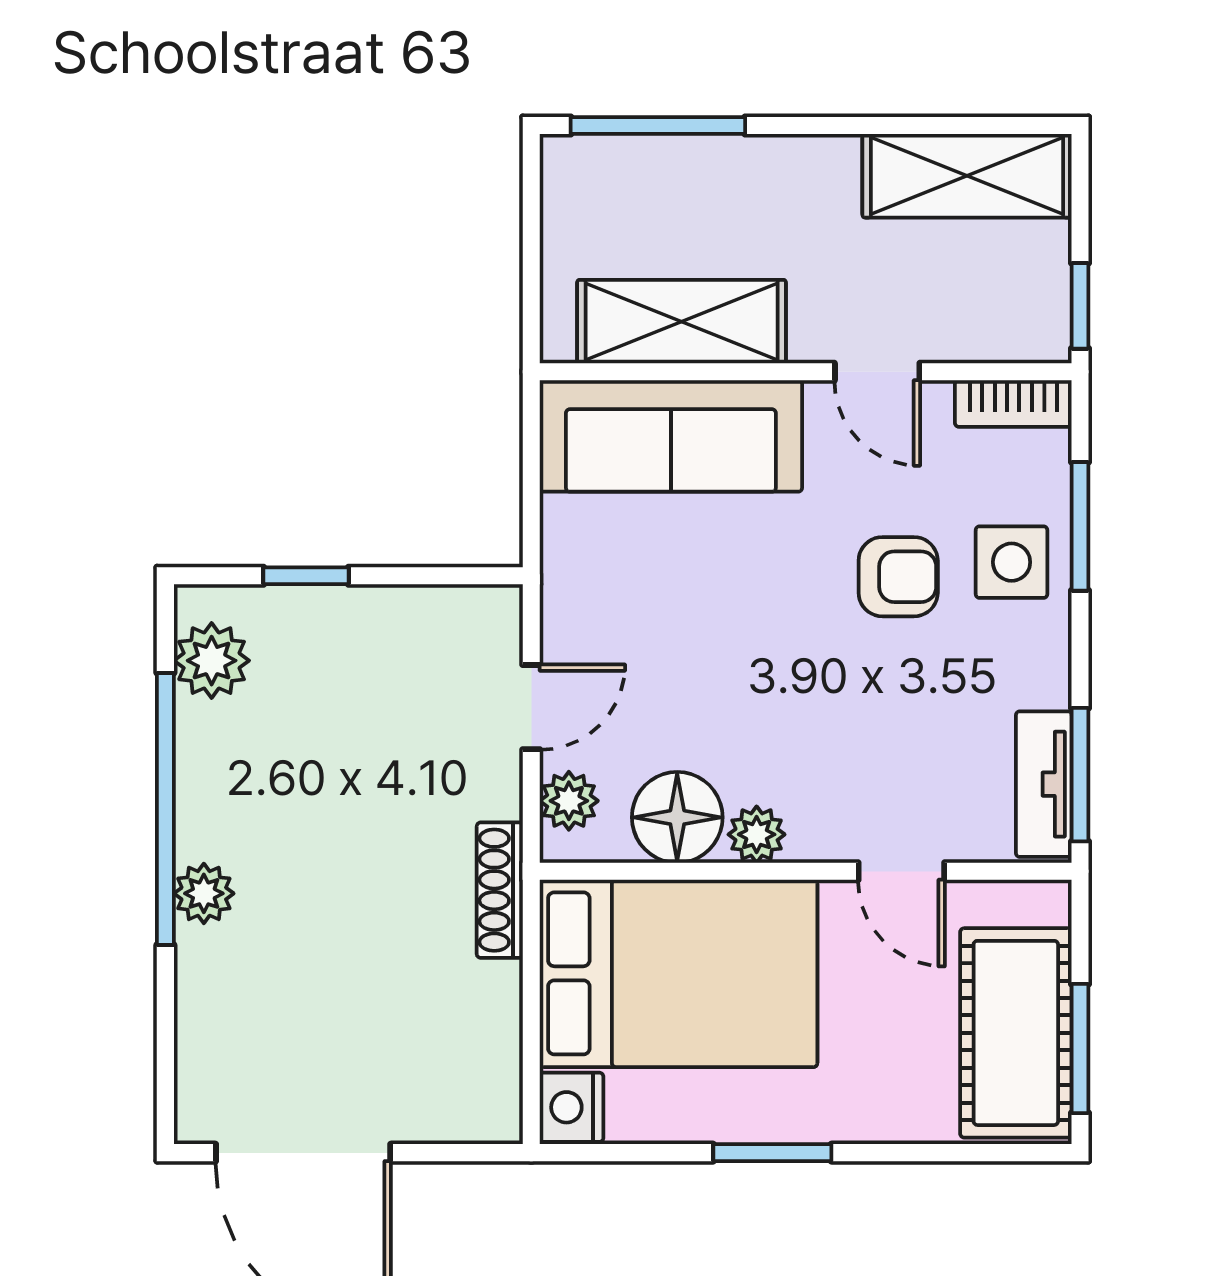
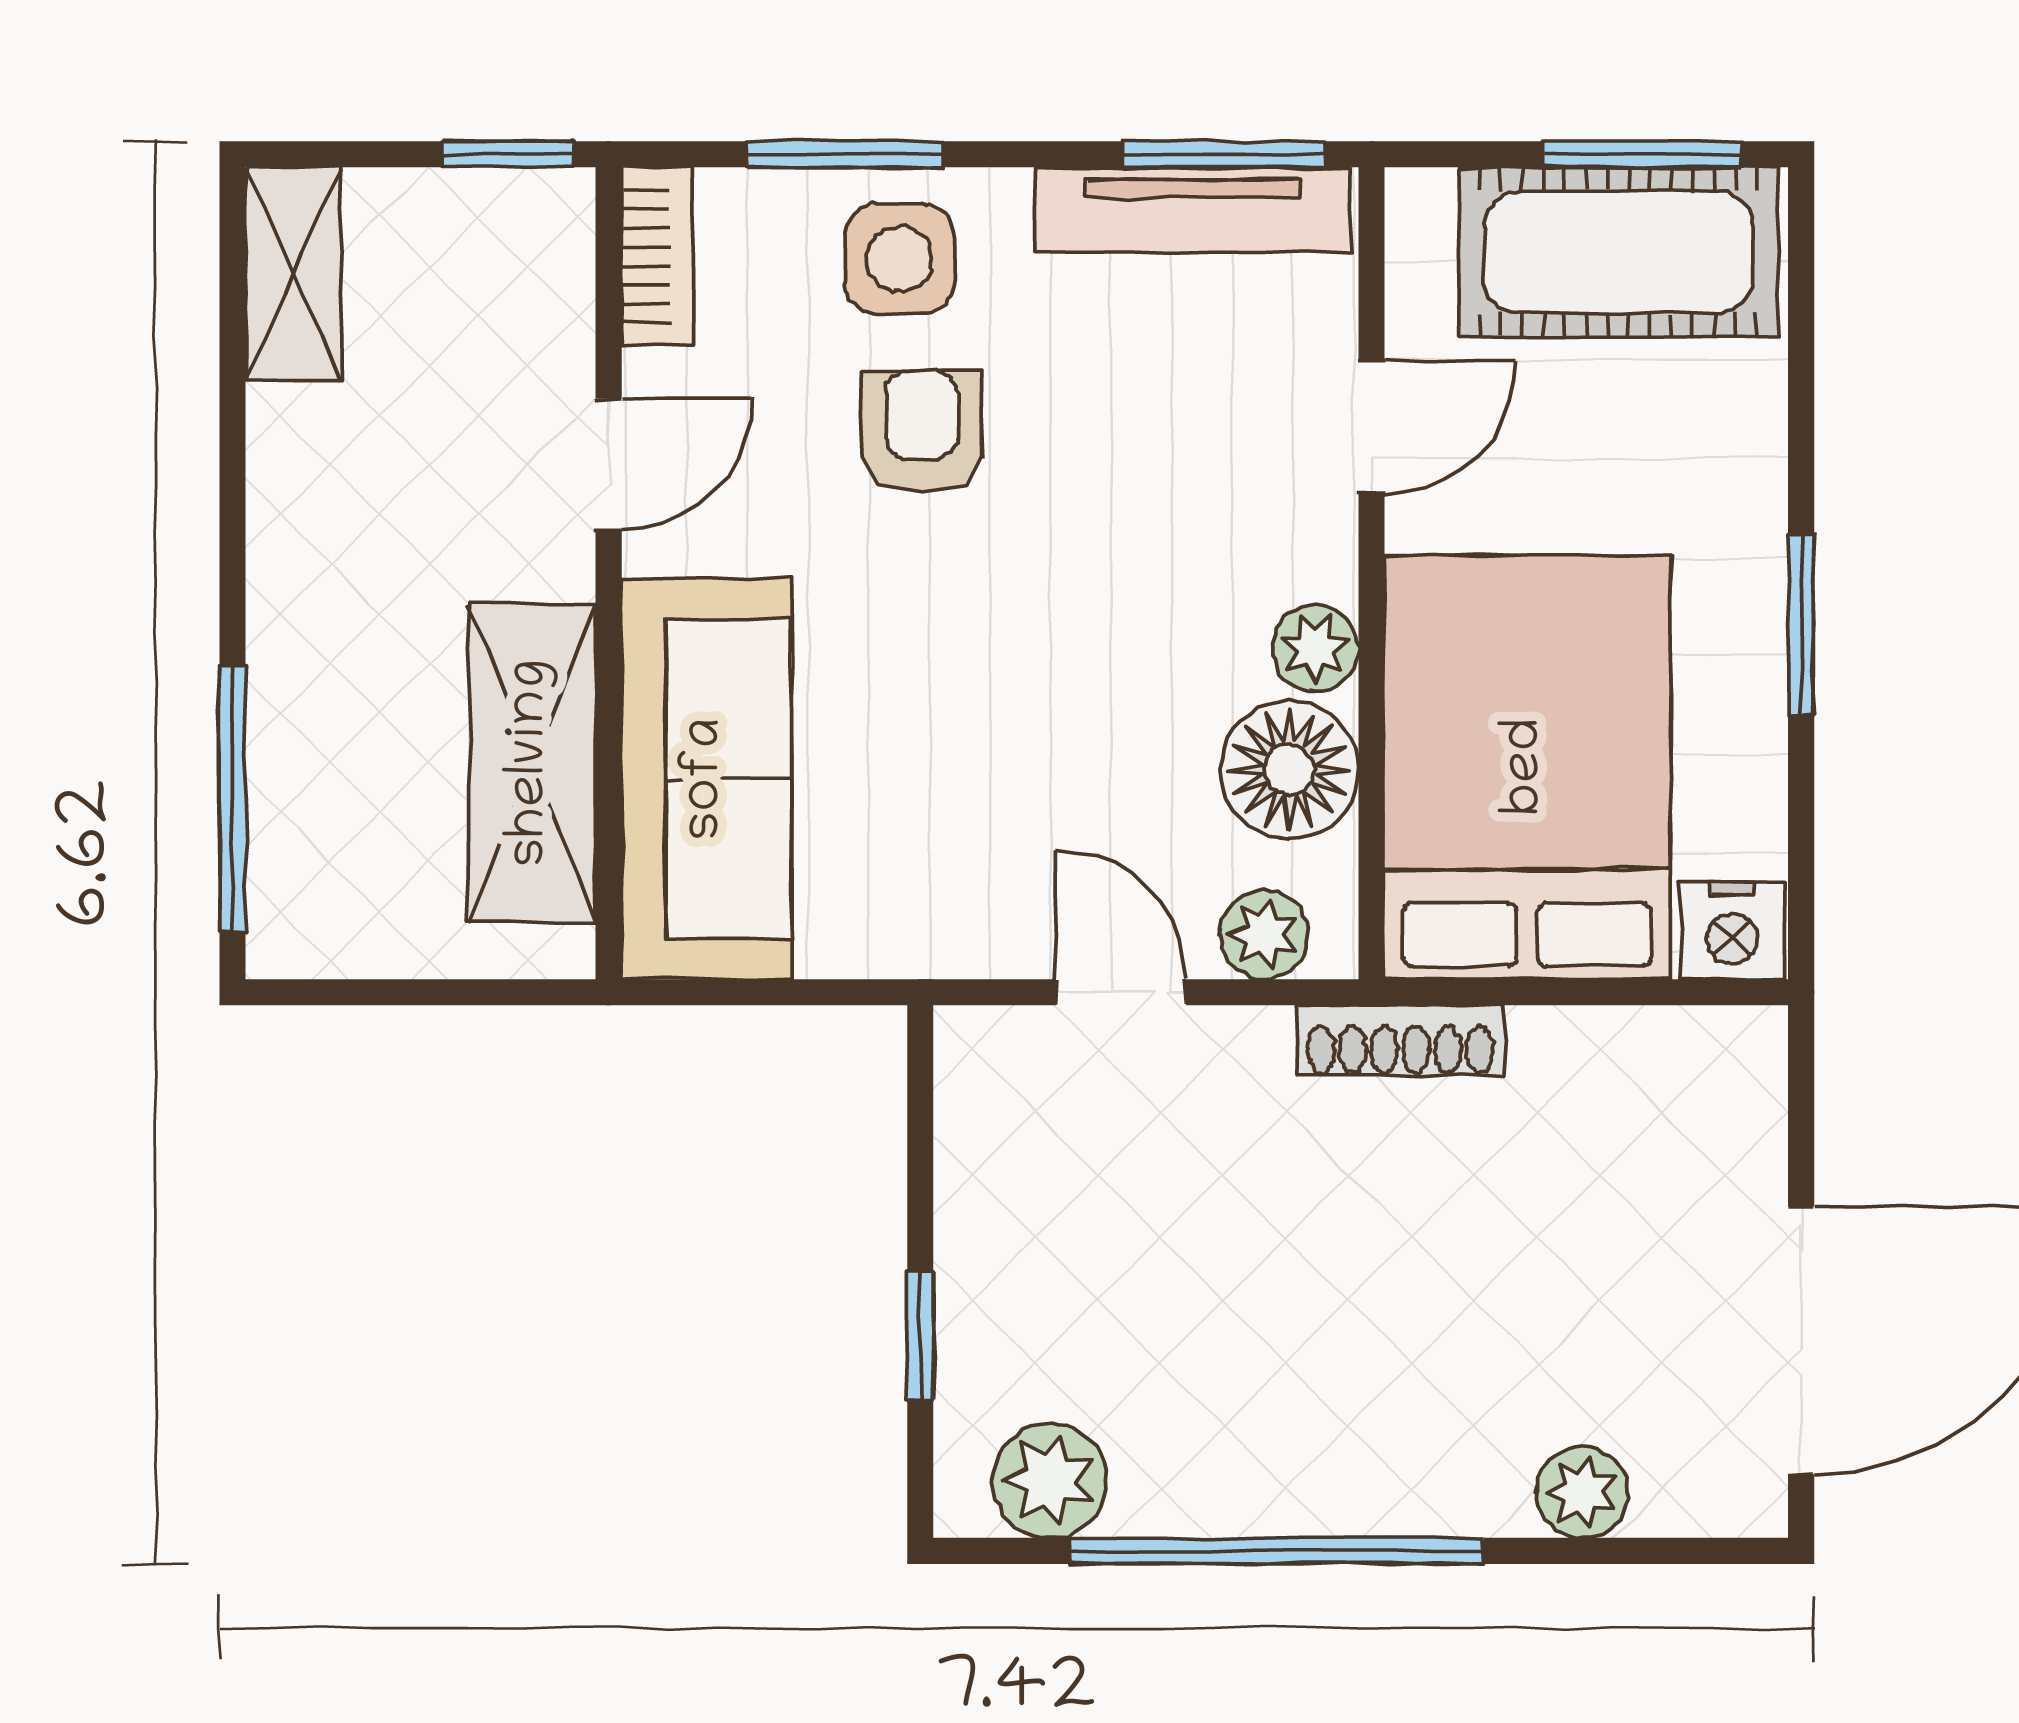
shelving: (967, 176) -> (293, 274), width x0.67, depth x0.75
tv unit: (1044, 784) -> (1193, 210), width x1.41
plant: (204, 893) -> (1582, 1492), moved

